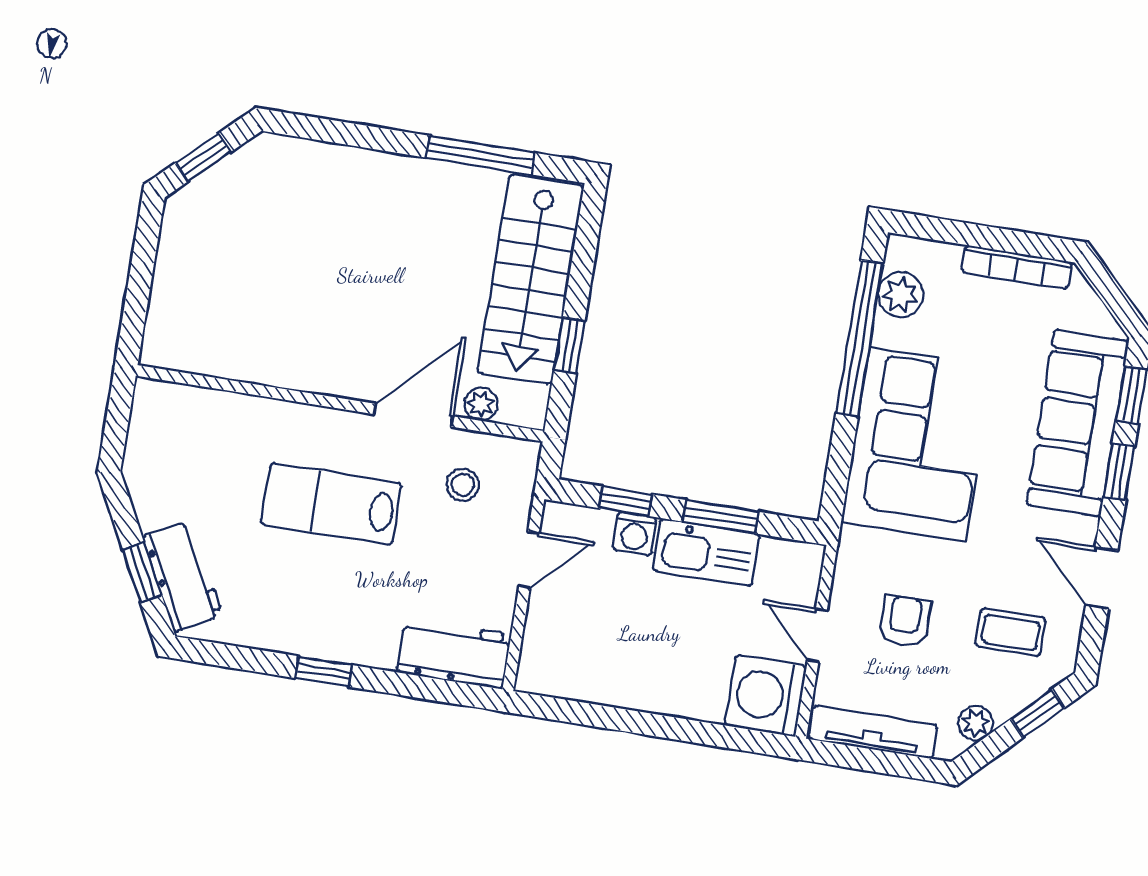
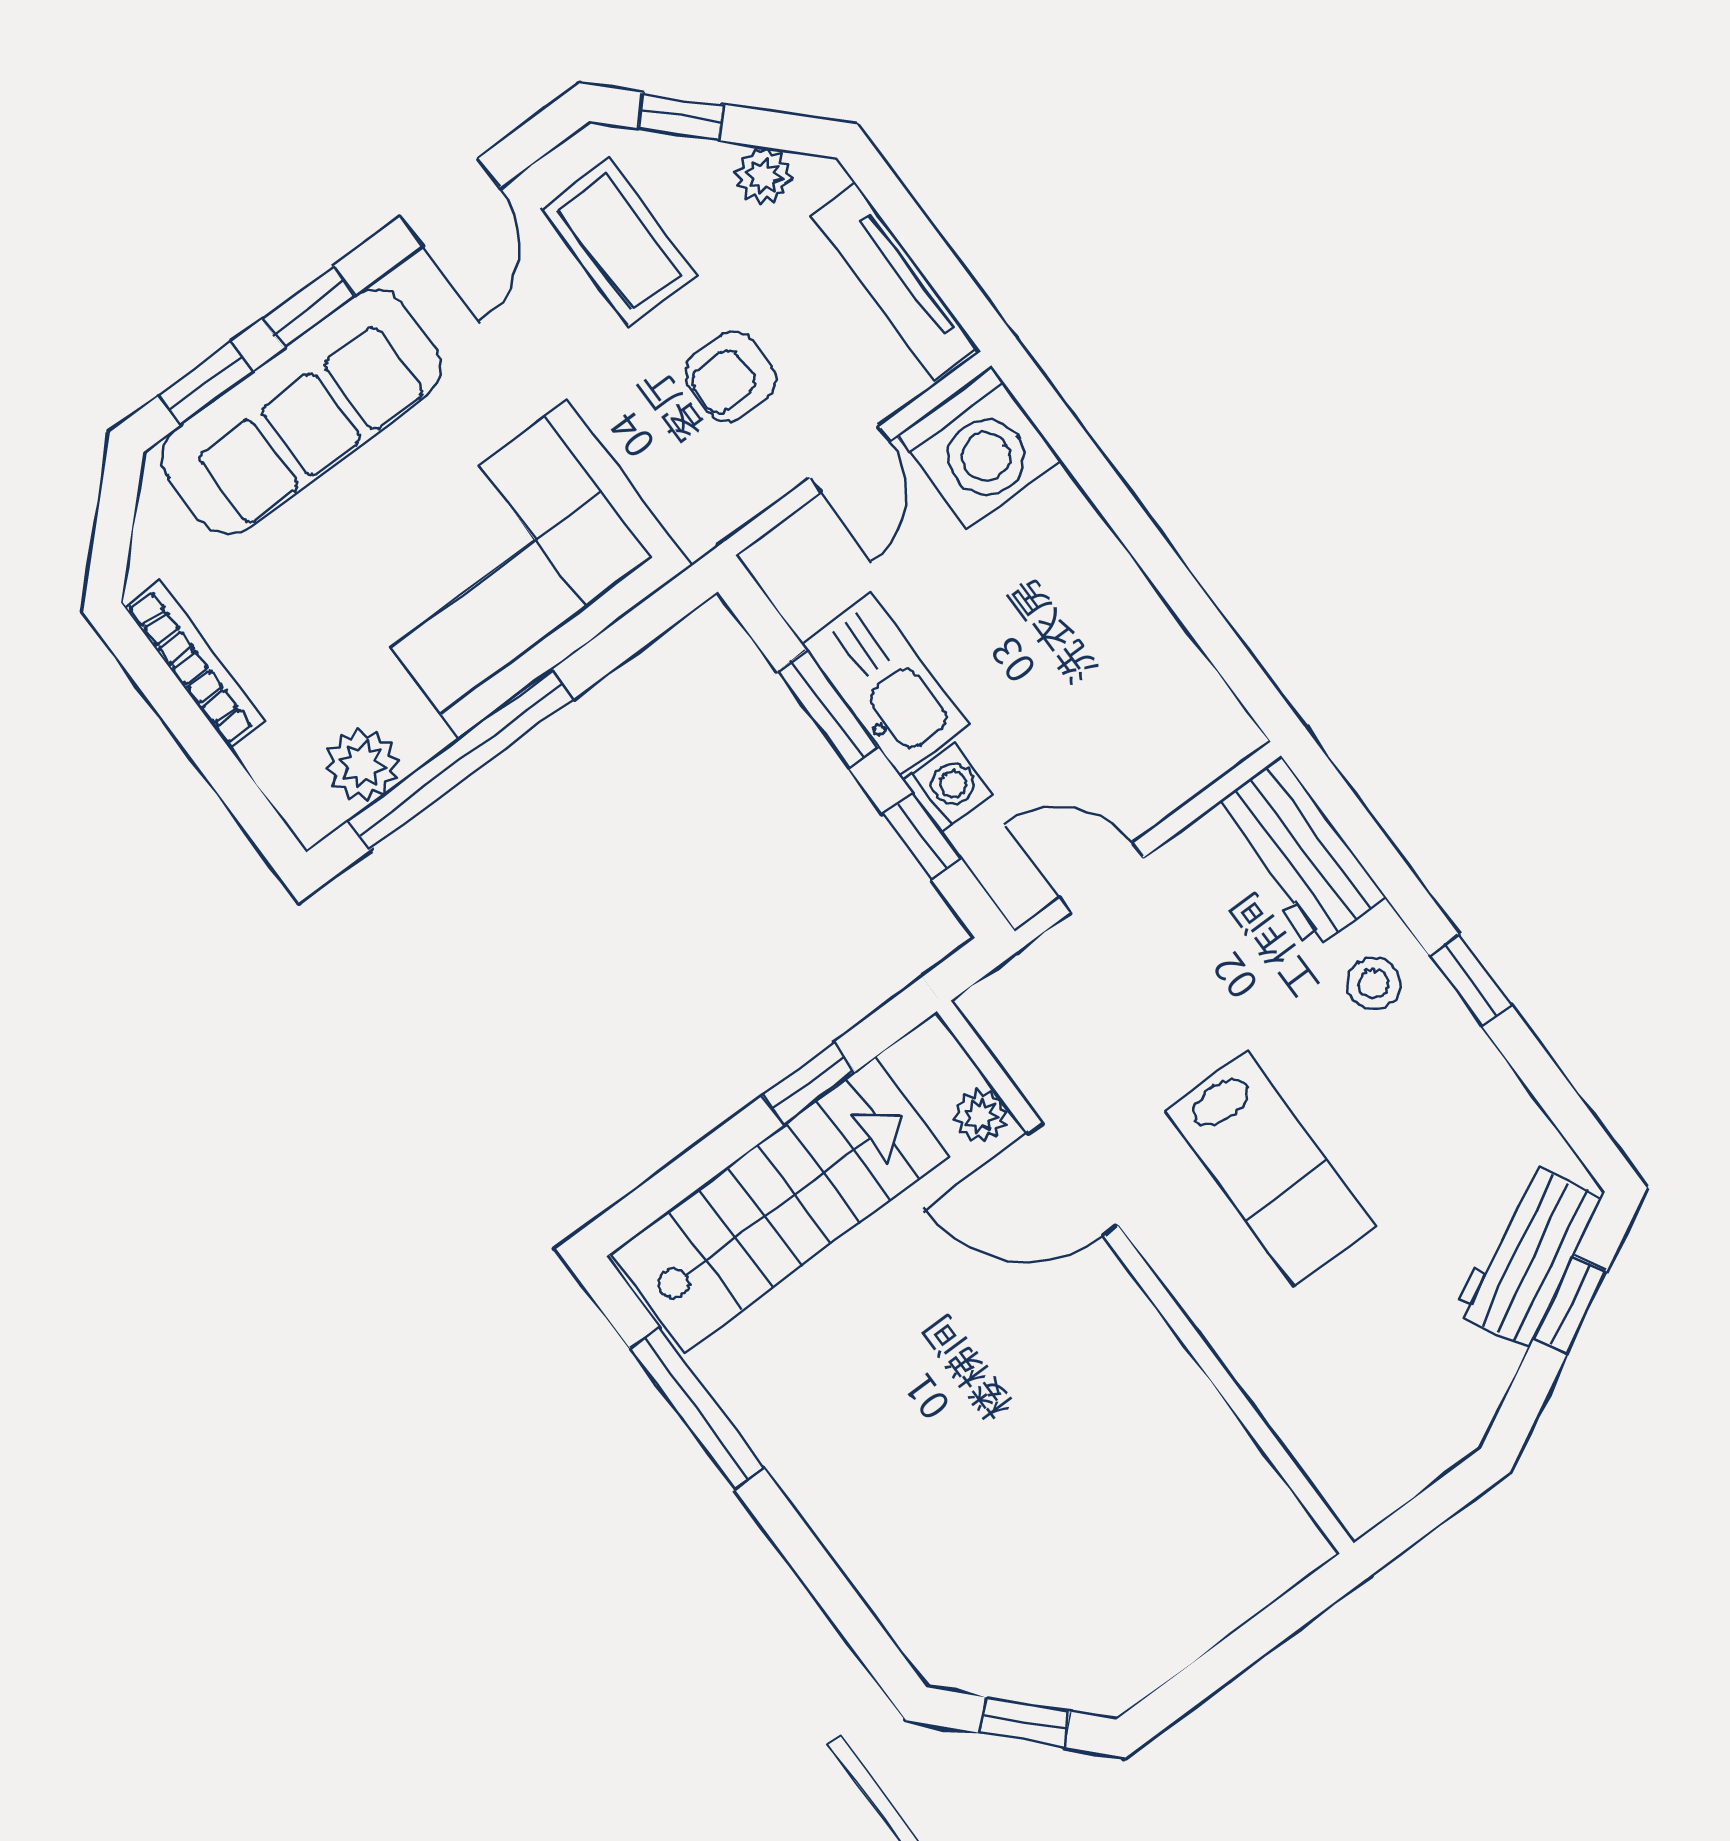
stool: (463, 485) -> (1374, 983), moved
coffee table: (1011, 632) -> (619, 242), width x1.36, depth x1.30

